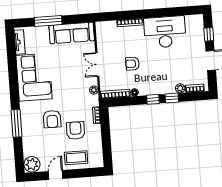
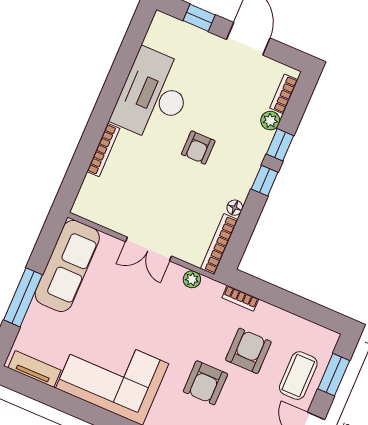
armchair: (132, 64) -> (198, 148), moved
armchair: (52, 119) -> (205, 383), turned 90
armchair: (76, 131) -> (248, 351), turned 90
window: (84, 173) -> (334, 375), added

